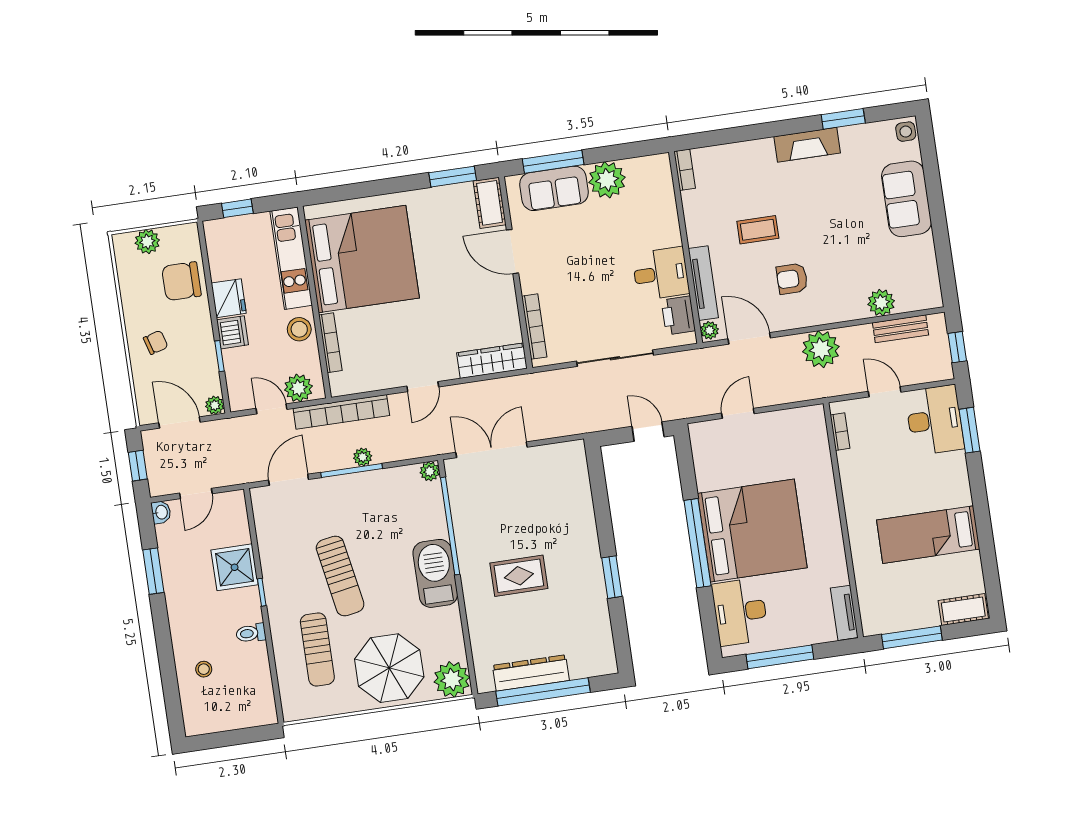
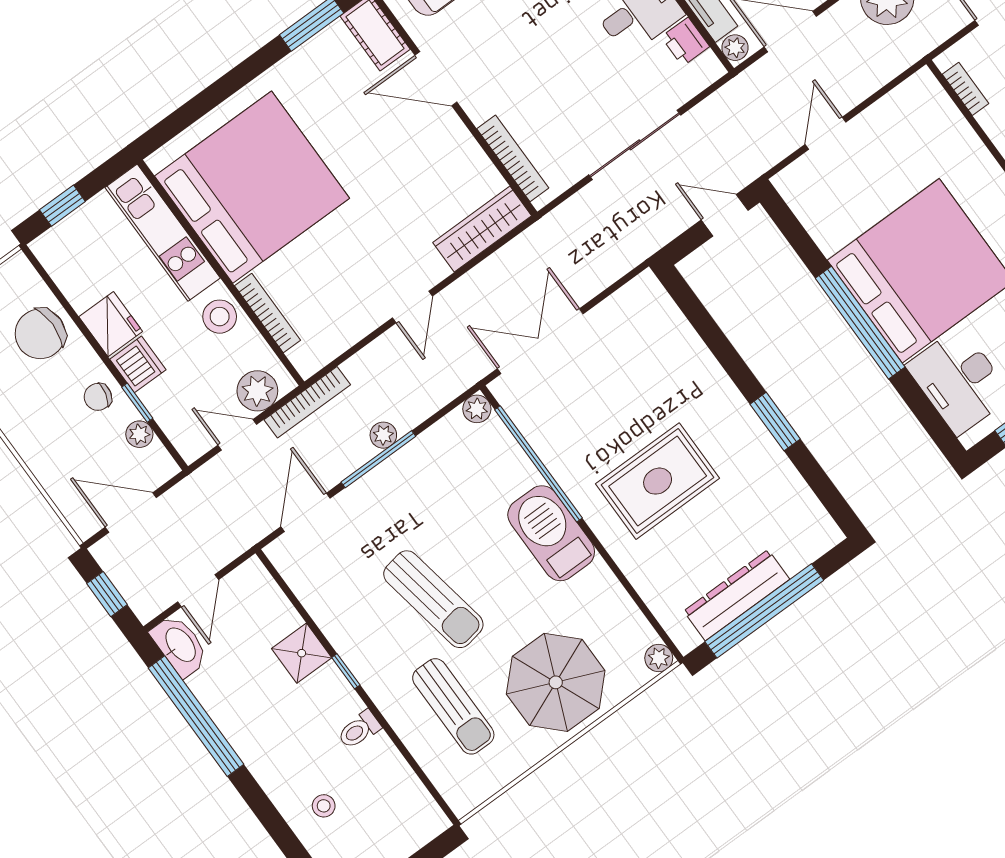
printer: (678, 315) -> (685, 42), width x0.73, depth x0.81
chair: (156, 342) -> (98, 397), moved, turned -150
plant: (215, 405) -> (139, 434), moved
bookcase: (341, 412) -> (307, 402), width x0.68, depth x0.76
washbasin: (161, 512) -> (180, 645), width x1.91, depth x1.45
shower: (235, 567) -> (302, 653), width x0.73, depth x0.73
window: (153, 571) -> (196, 716), width x2.11
rug: (519, 576) -> (658, 481), width x1.36, depth x1.43
plant: (452, 679) -> (659, 658), width x0.53, depth x0.53

